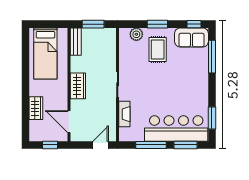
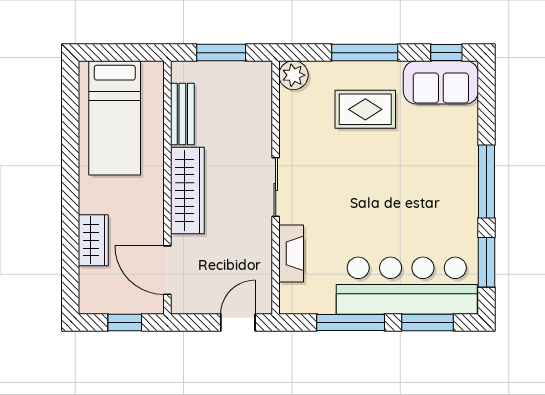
window: (157, 24) -> (365, 53), width x1.44
plant: (136, 34) -> (293, 75), moved
bench: (76, 42) -> (182, 114), moved
rug: (158, 50) -> (365, 109), turned 90
window: (212, 57) -> (486, 181), moved
wardrobe: (78, 86) -> (187, 190), width x1.50

